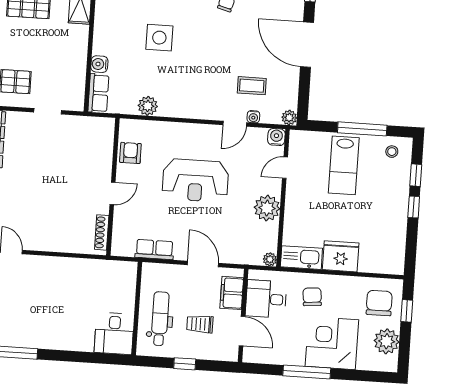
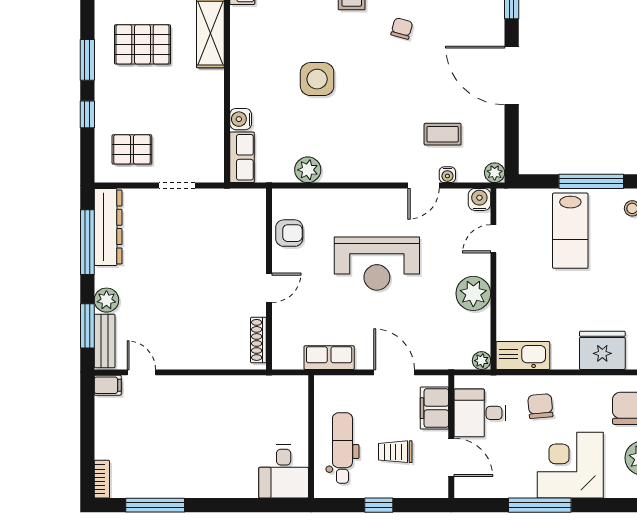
armchair: (130, 153) -> (289, 233), turned 90
fridge: (341, 256) -> (602, 350), moved

